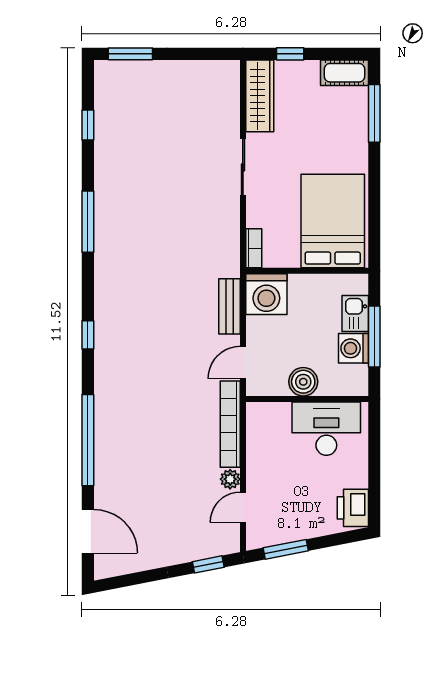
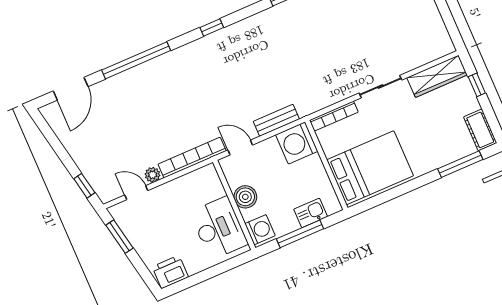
bookcase: (254, 248) -> (334, 116), width x1.56
washing machine: (353, 348) -> (260, 230), moved, turned 90

